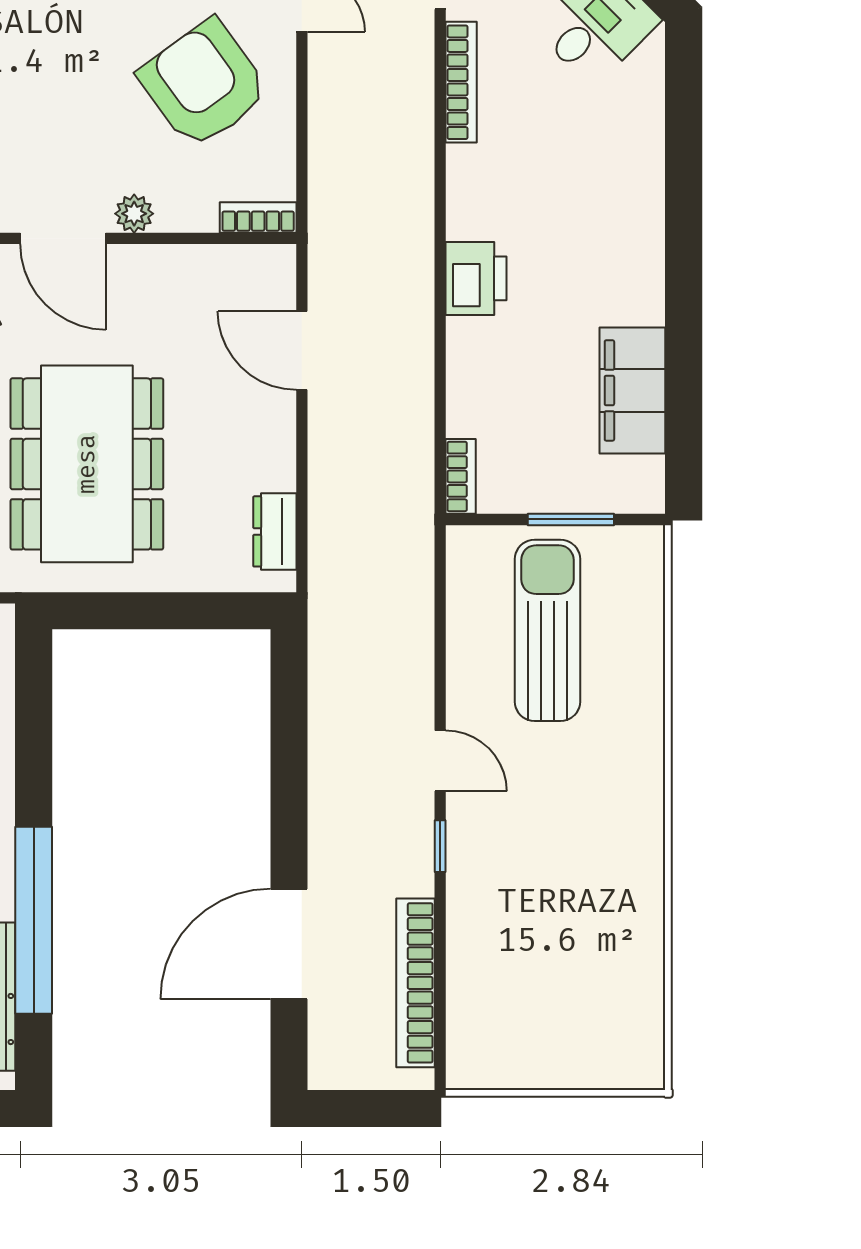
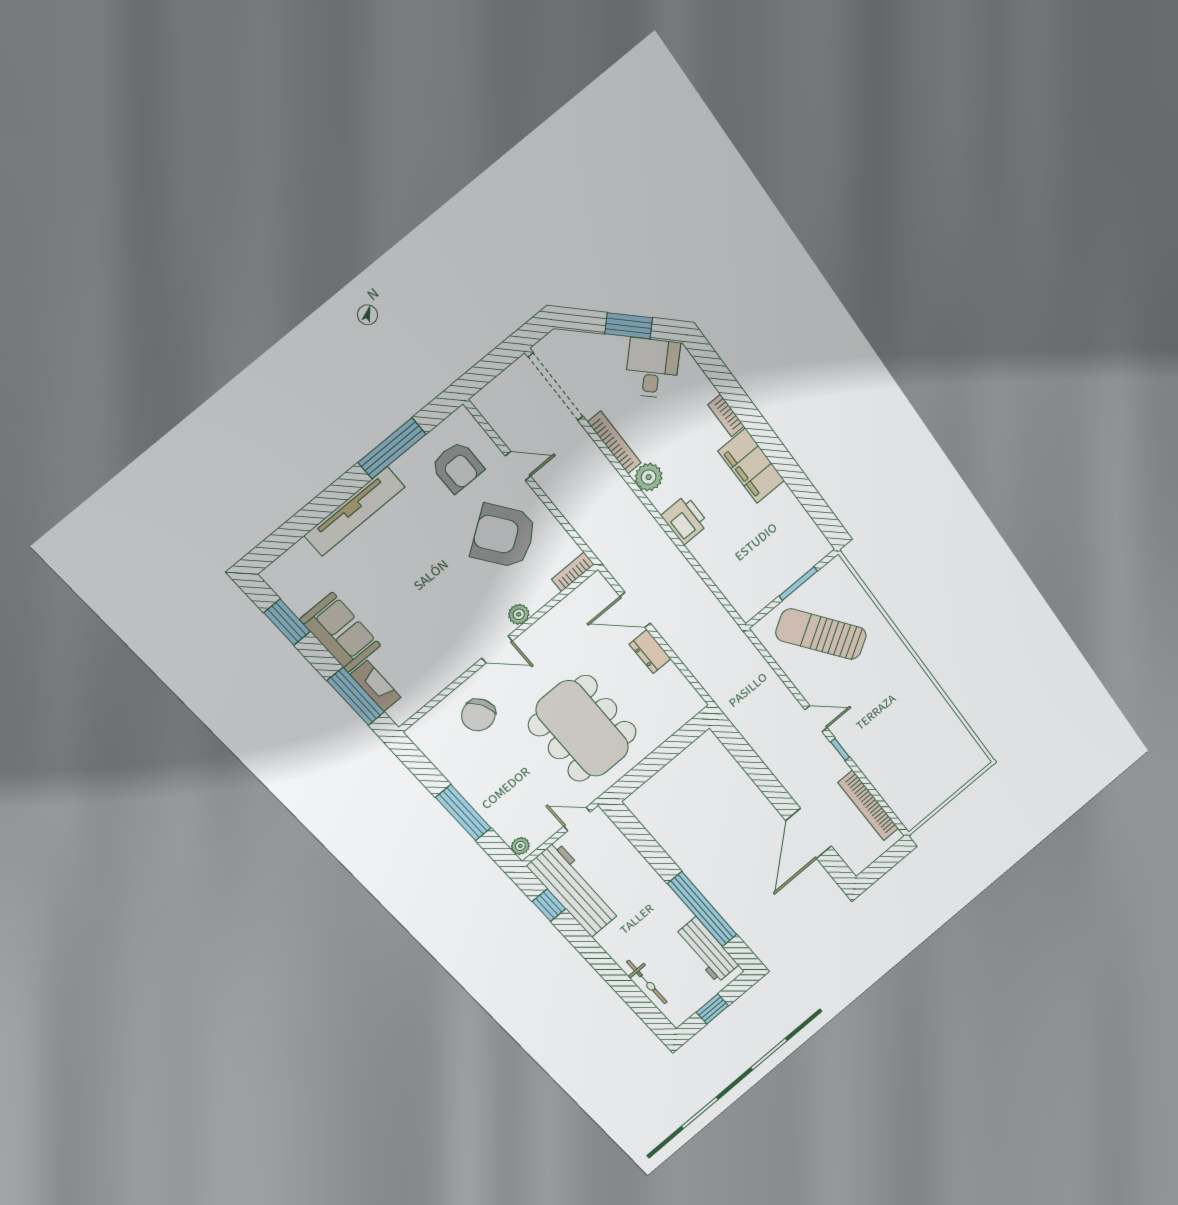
plant: (471, 172) -> (649, 477), added
door: (63, 238) -> (497, 650), width x0.73
filing cabinet: (632, 390) -> (751, 466), moved
bookcase: (461, 476) -> (726, 415), moved, turned 180
dresser: (275, 531) -> (650, 651), moved
sun lounger: (547, 630) -> (821, 634), turned -34

